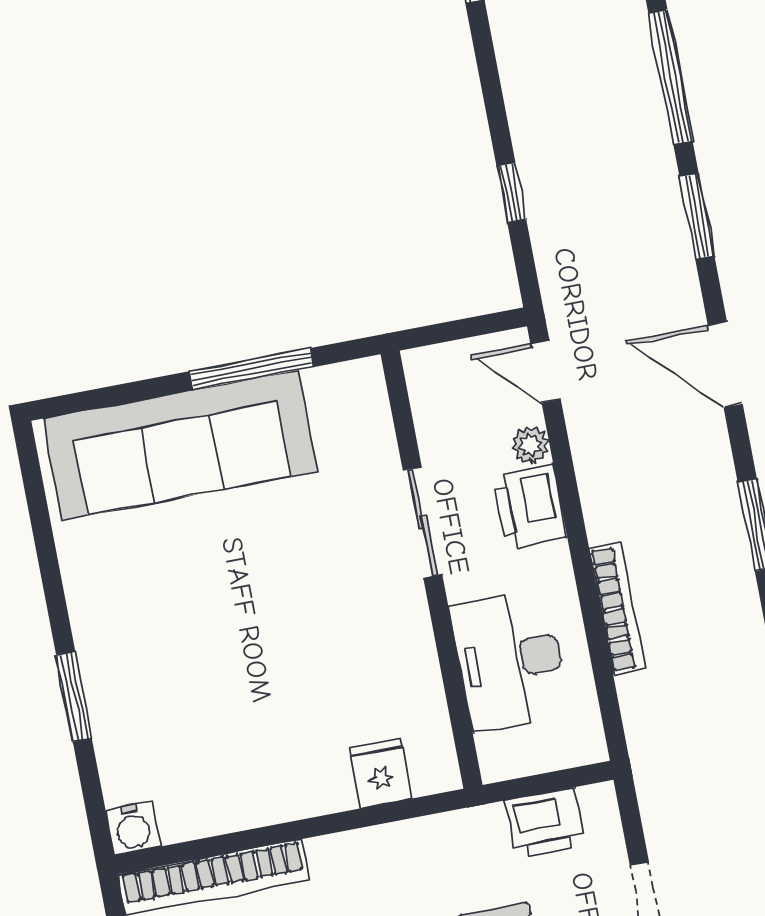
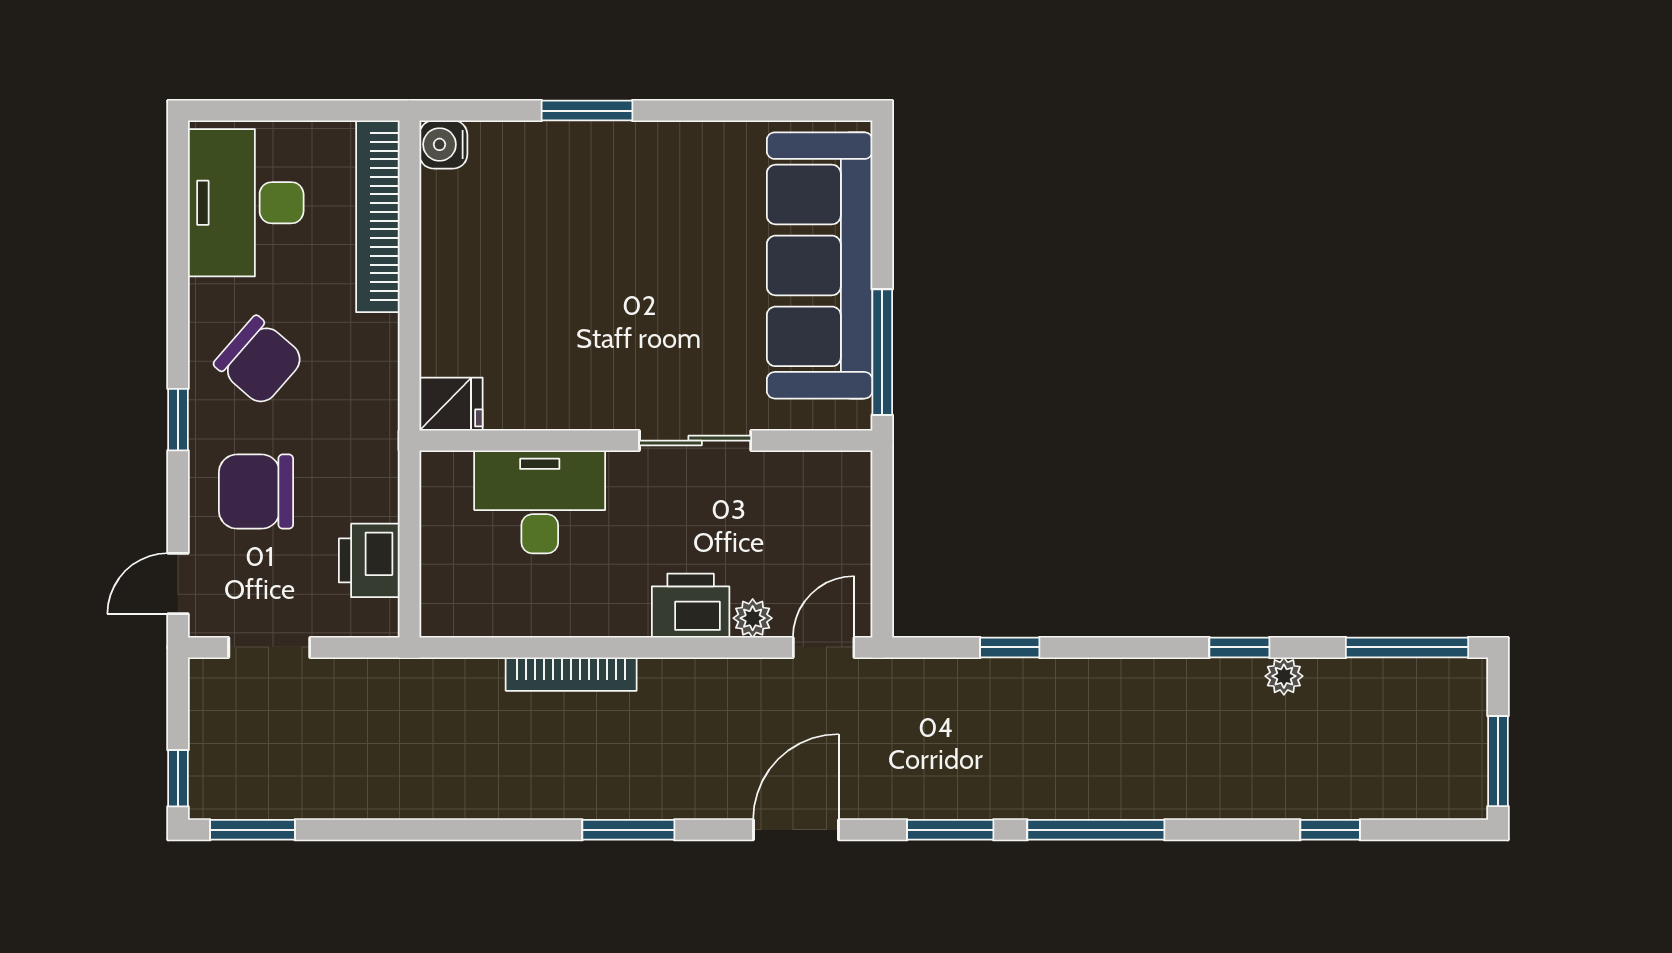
sliding door: (423, 522) -> (695, 441), moved
wall: (432, 570) -> (646, 441), moved
desk: (510, 660) -> (540, 502), moved

